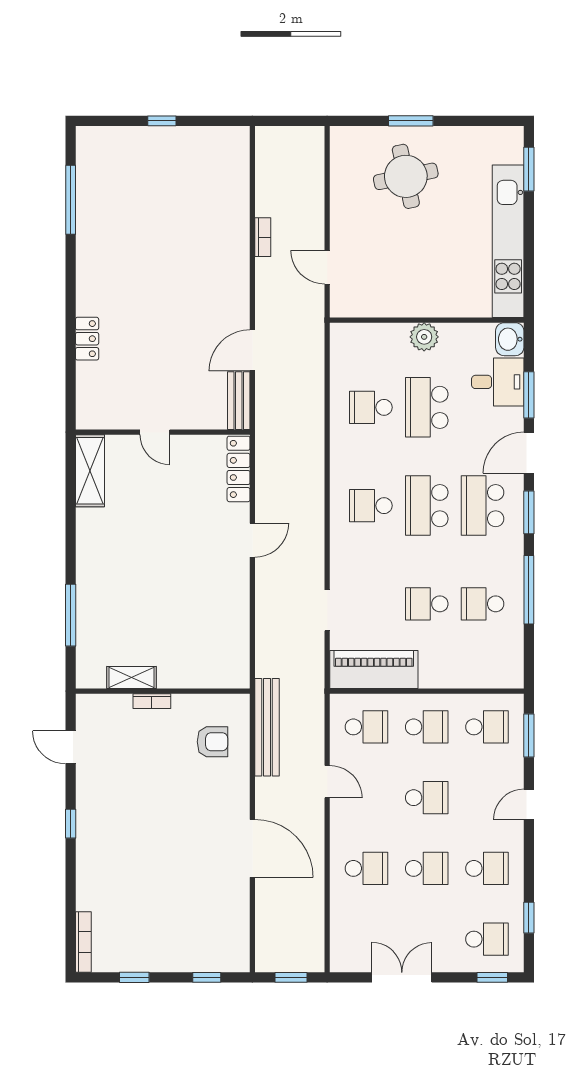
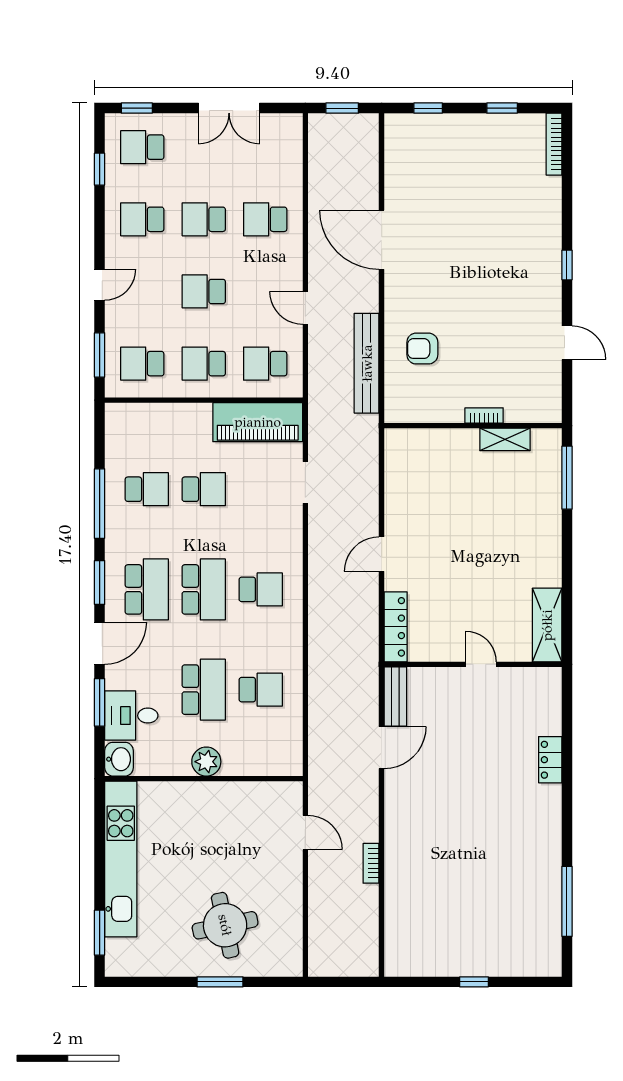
shelving: (131, 678) -> (505, 439), moved
wall: (163, 691) -> (473, 426), moved
bookcase: (152, 701) -> (484, 415), moved

